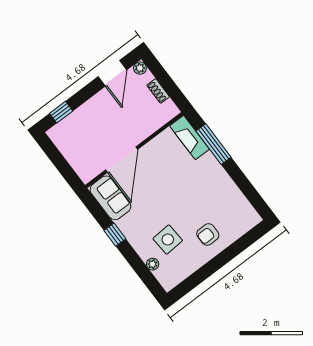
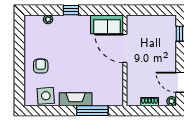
fireplace: (190, 138) -> (76, 99), moved
window: (115, 235) -> (71, 10), moved
side table: (168, 240) -> (46, 96), moved

